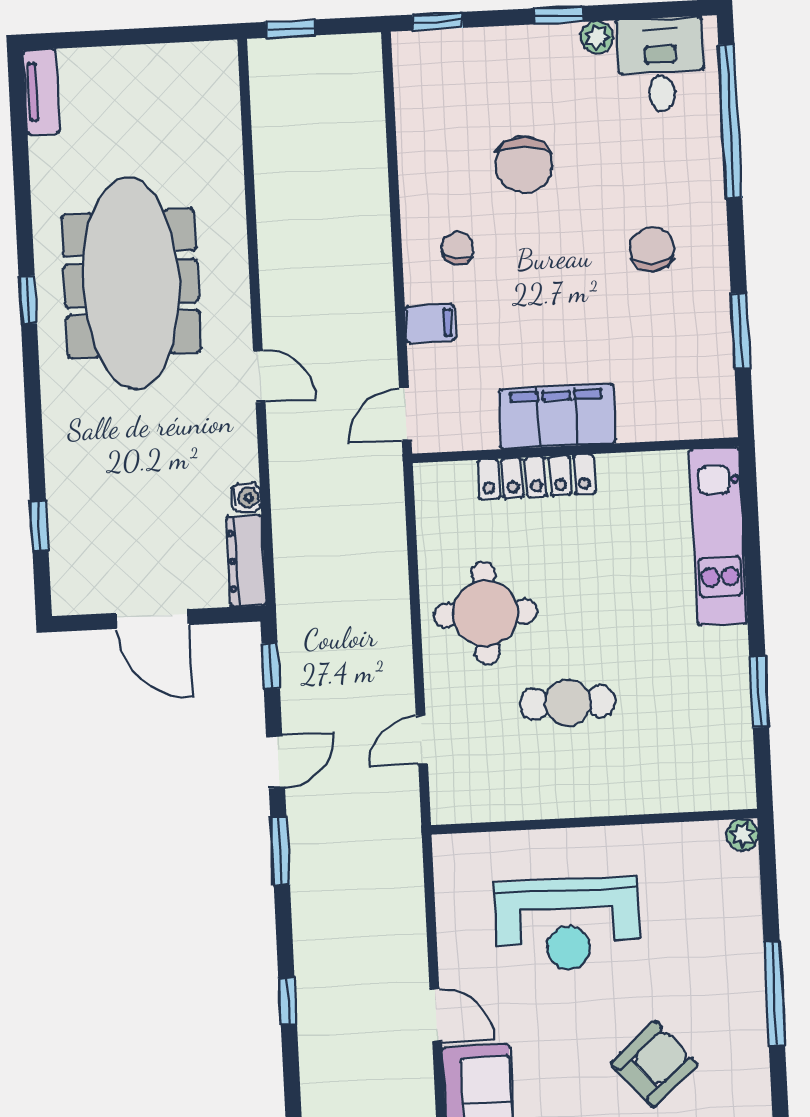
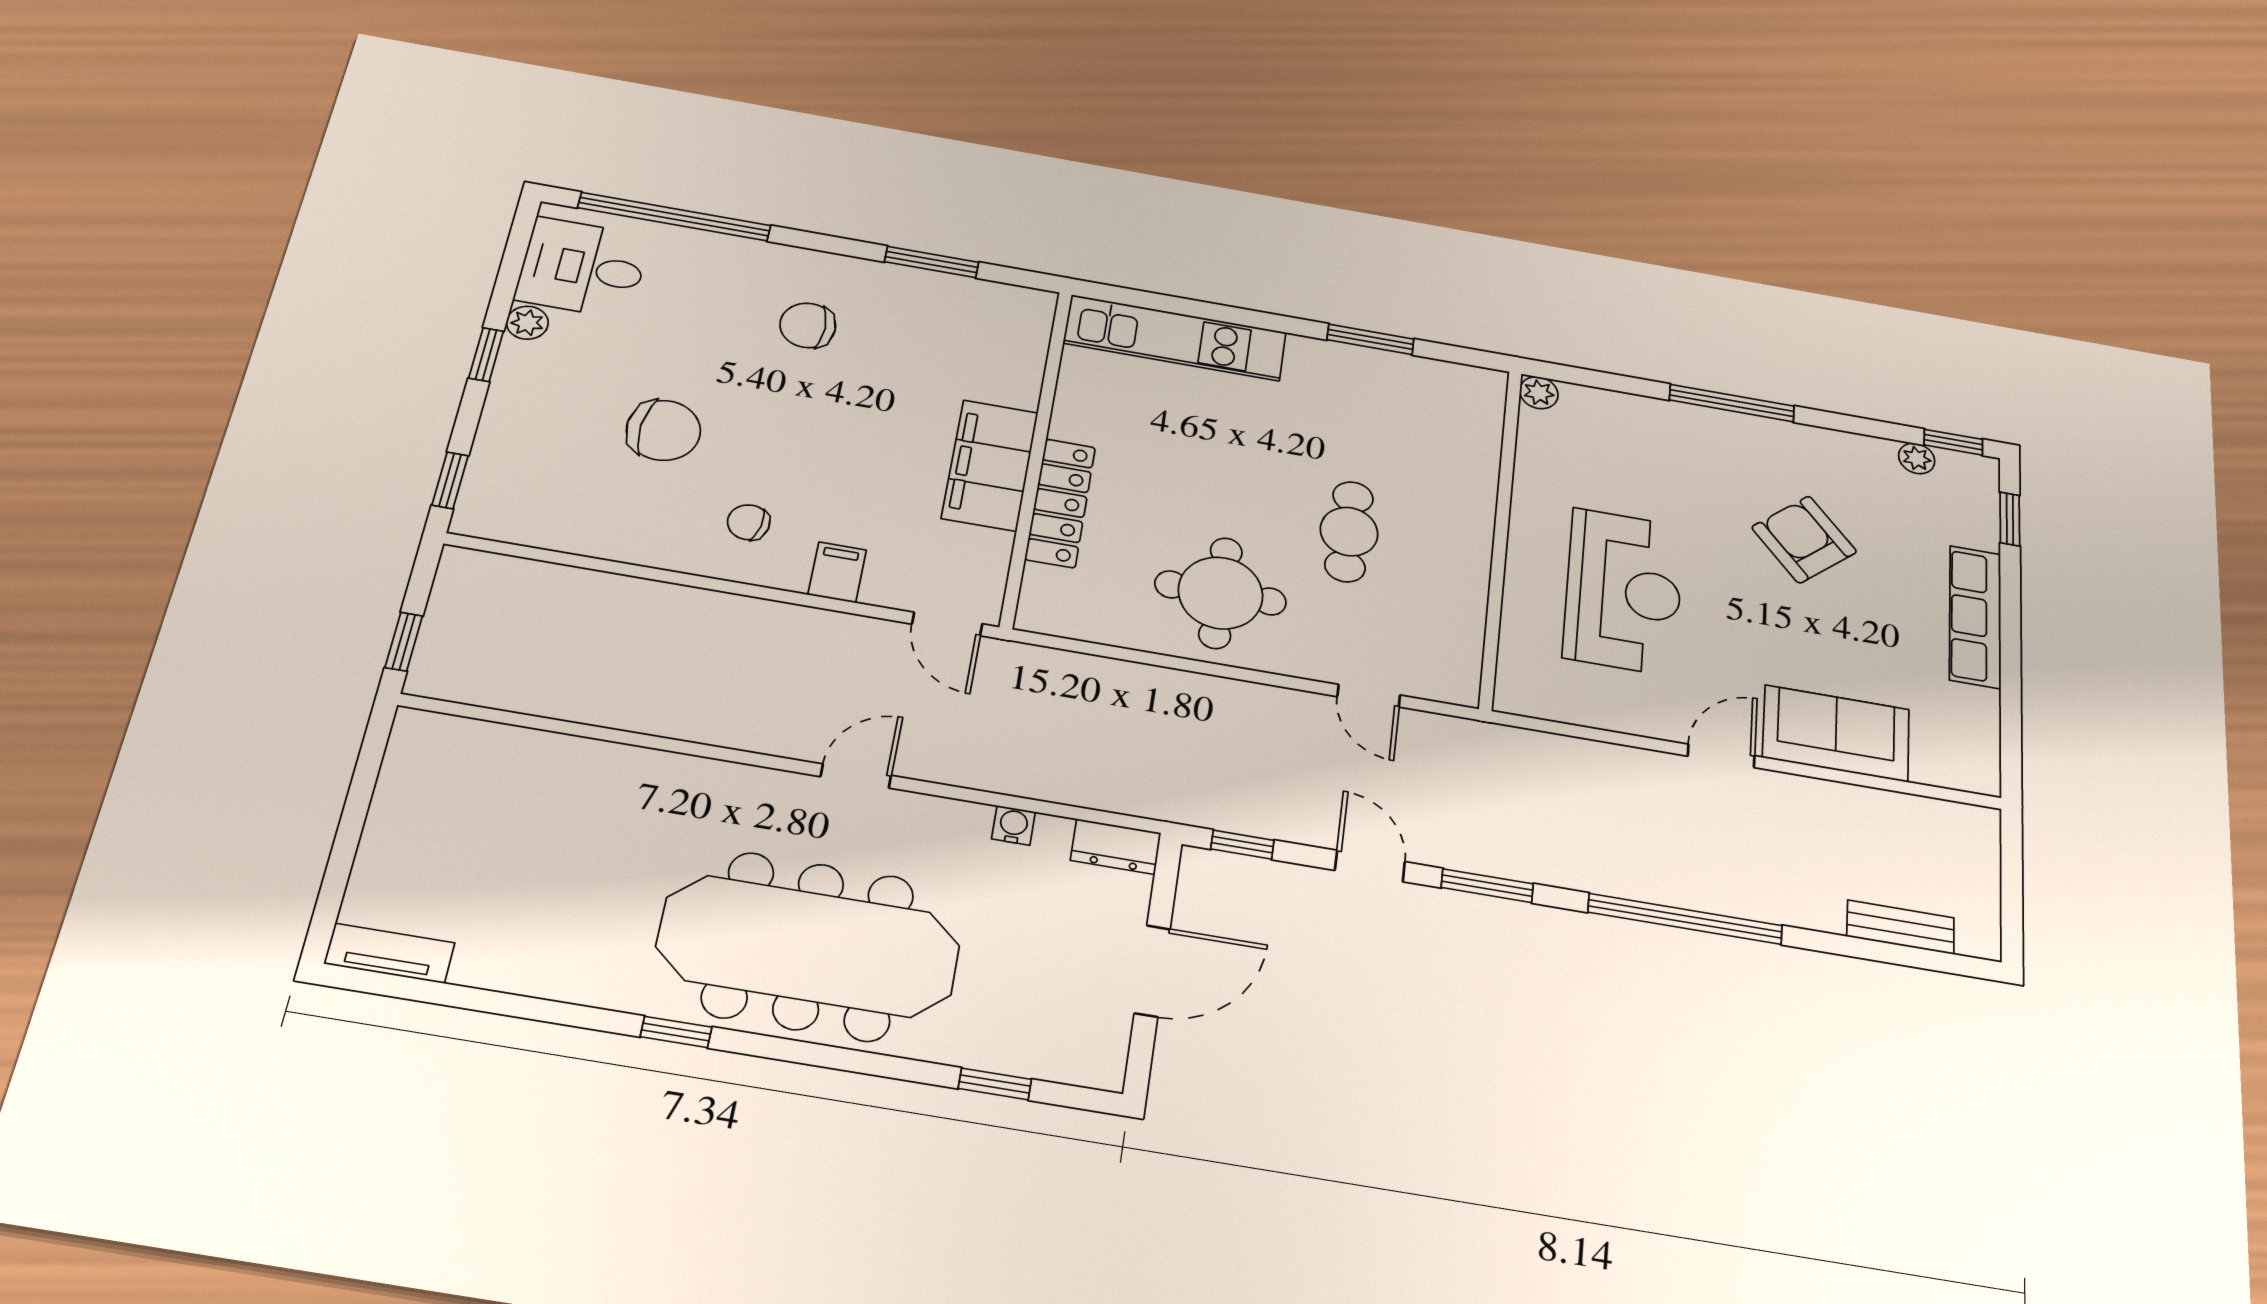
meeting table: (131, 283) -> (808, 946), moved
dresser: (246, 561) -> (1116, 847), width x0.70
window: (288, 1001) -> (1685, 919), width x3.17

